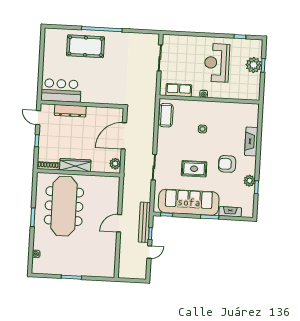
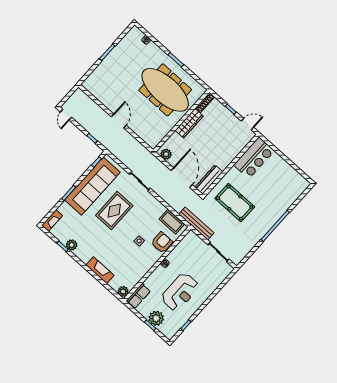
pool table: (86, 46) -> (235, 203), moved, turned 90
reception desk: (217, 63) -> (180, 292), turned 90
row of seats: (179, 90) -> (138, 296), moved
plant: (254, 109) -> (123, 291), added
dresser: (70, 111) -> (209, 180), moved
armchair: (227, 164) -> (162, 242), moved
rug: (194, 169) -> (114, 211), width x1.36, depth x1.43
fireplace: (230, 212) -> (52, 220), moved
bench: (144, 222) -> (196, 224), moved
door: (149, 252) -> (66, 115), moved

